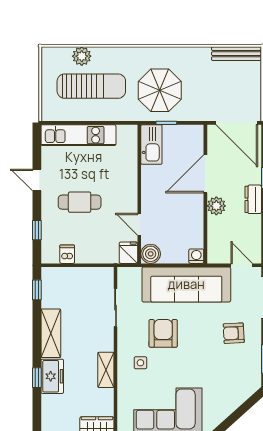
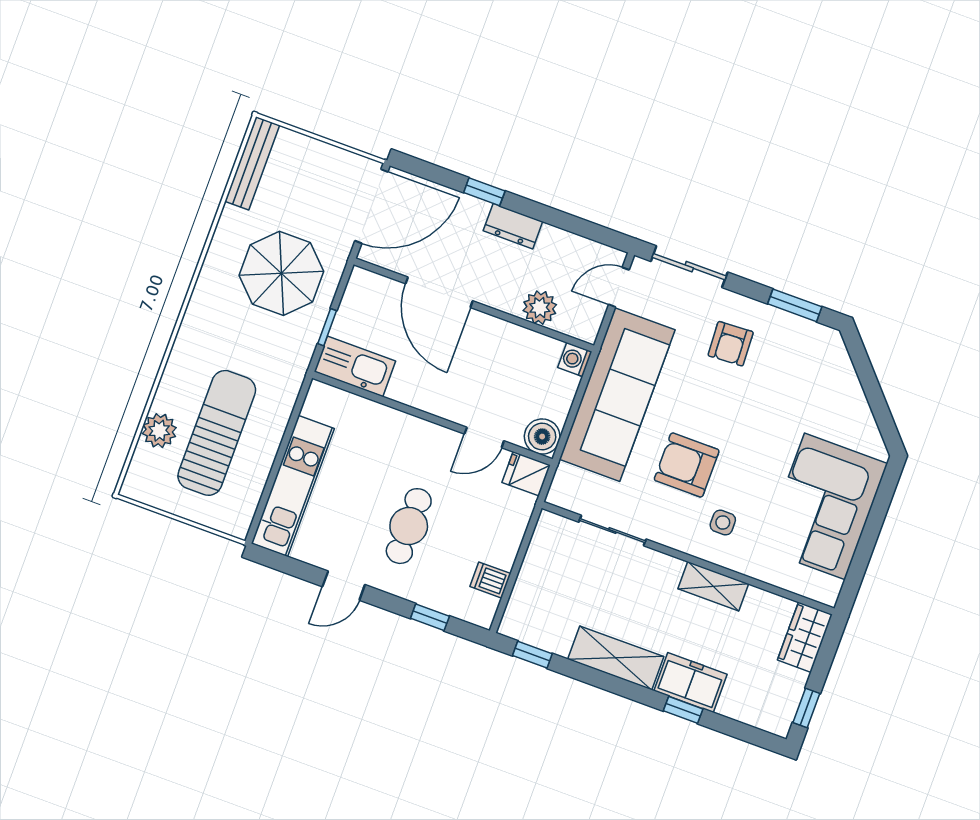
parasol: (160, 90) -> (281, 273), moved
plant: (216, 206) -> (540, 308), moved

